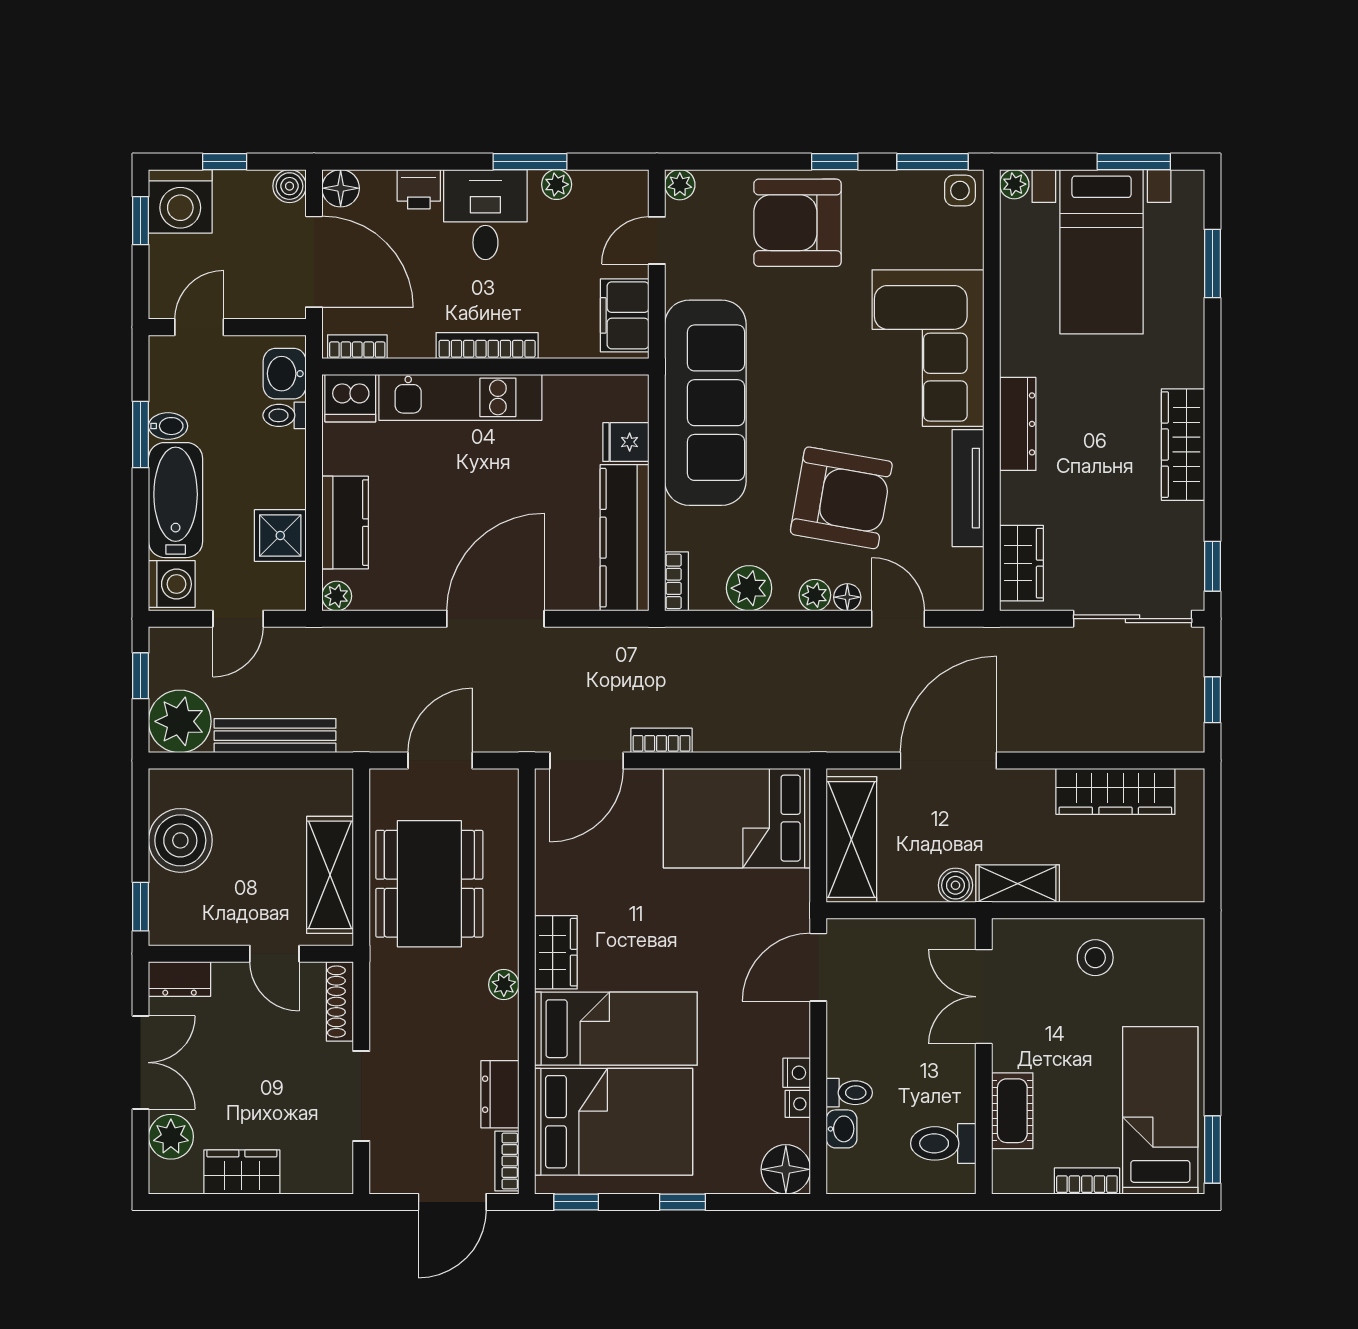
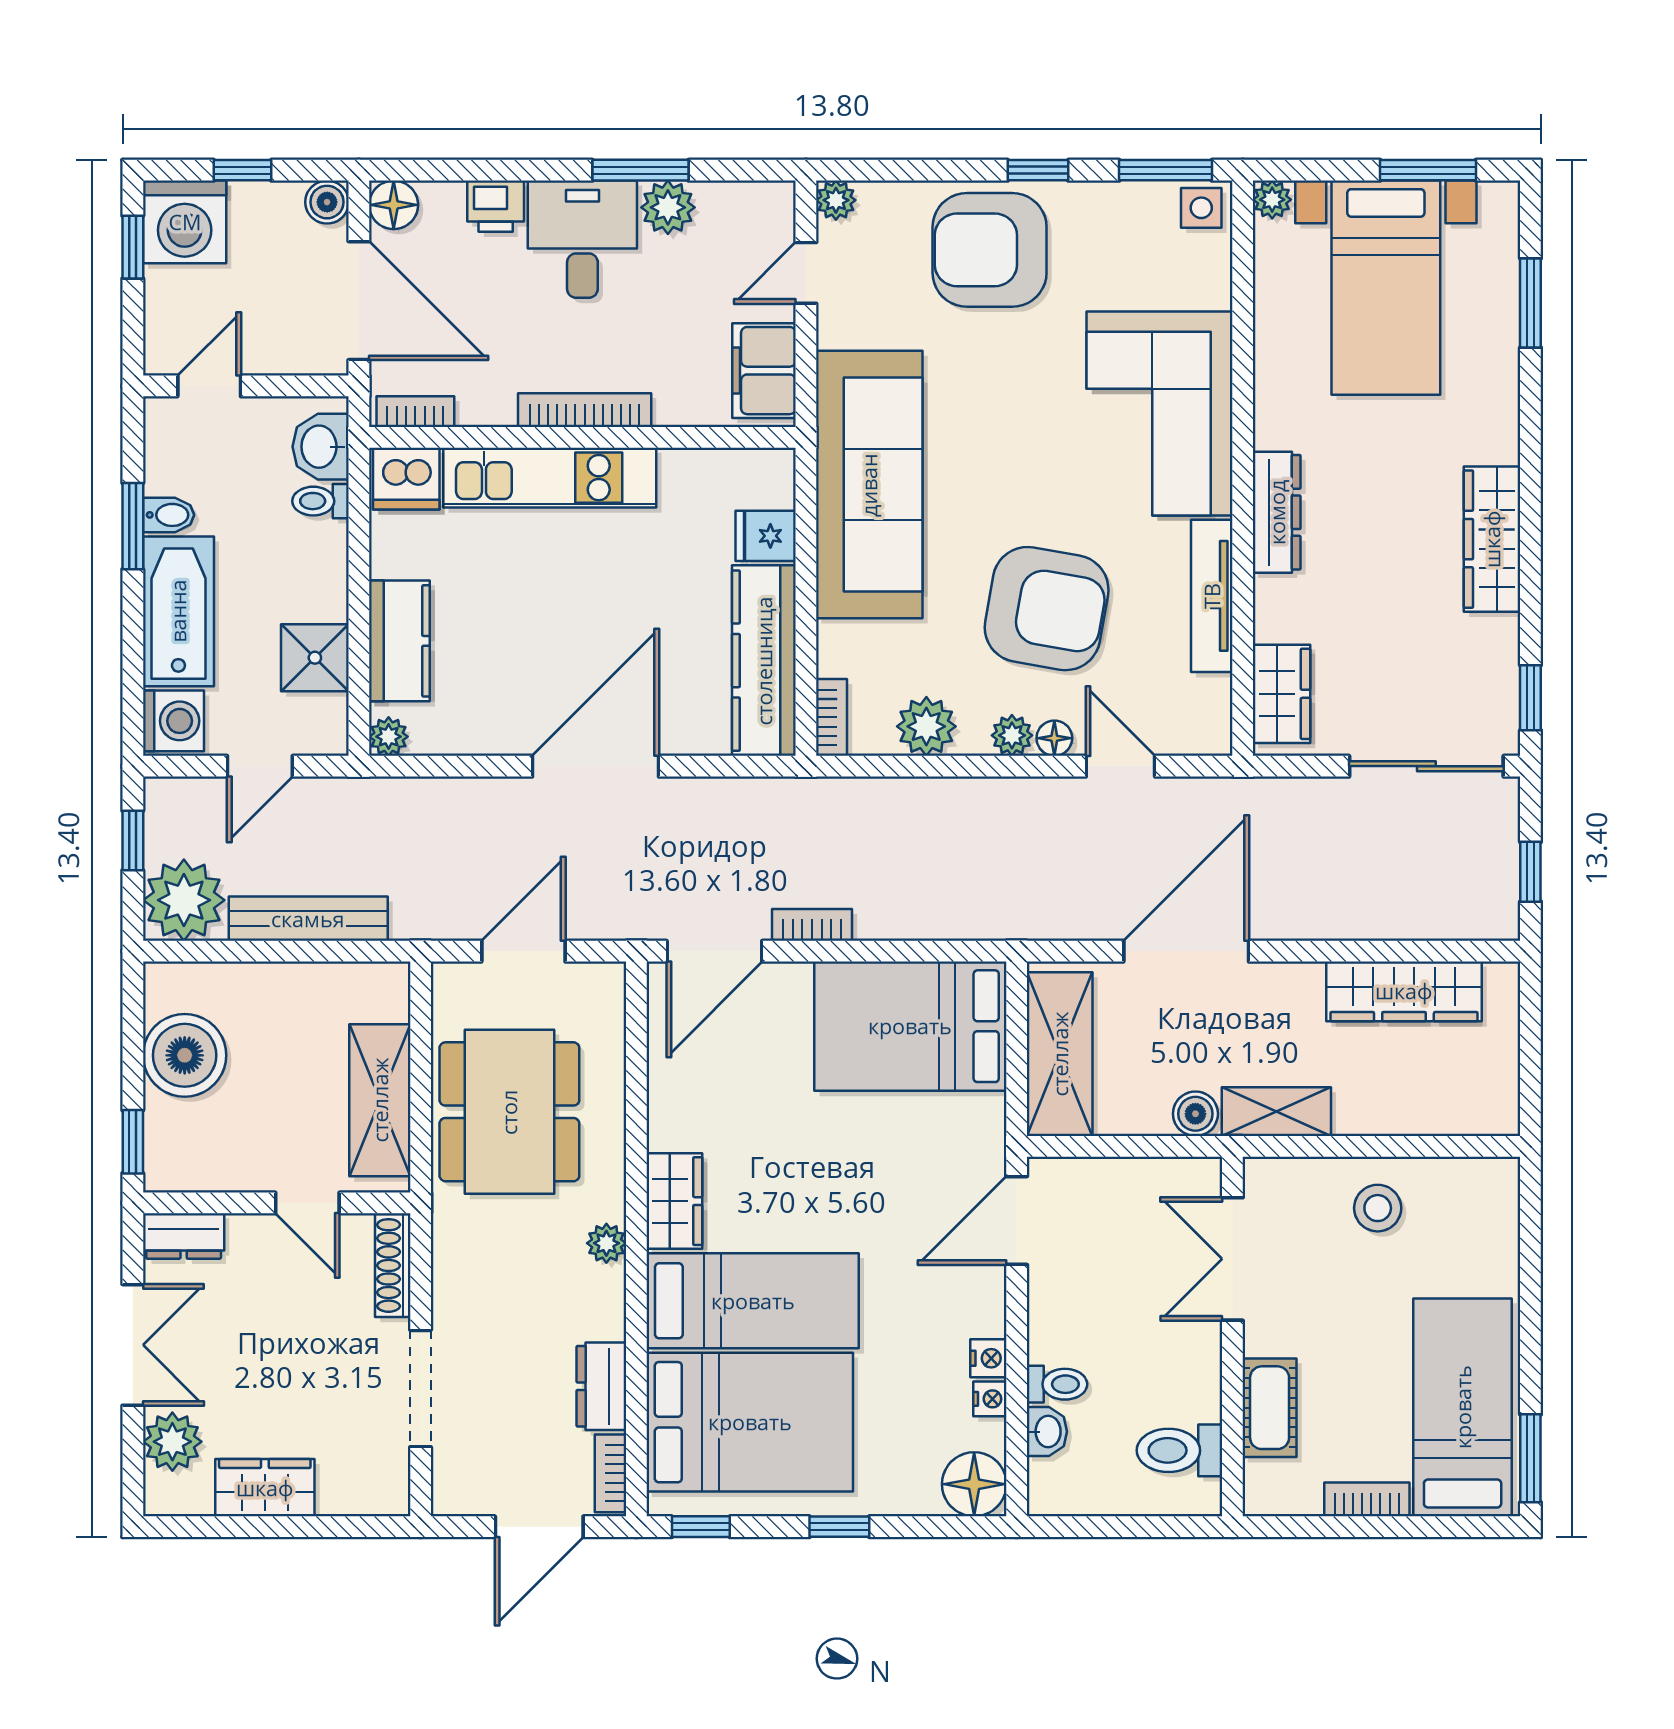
plant: (557, 184) -> (668, 207), width x1.38, depth x1.38

